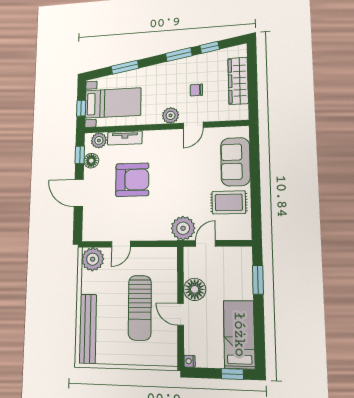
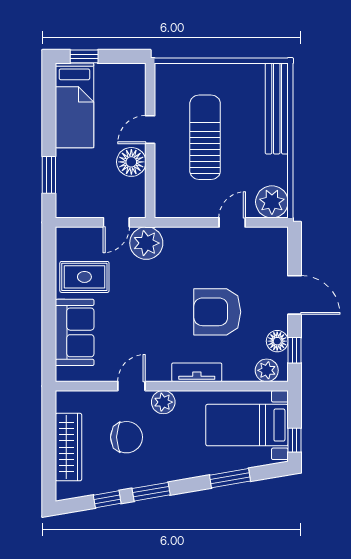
chair: (196, 90) -> (127, 437), width x1.87, depth x1.87
window: (81, 108) -> (294, 440), moved
tv unit: (125, 138) -> (197, 372), moved
door: (181, 314) -> (150, 130), swing flipped
nightstand: (189, 361) -> (139, 70), removed

